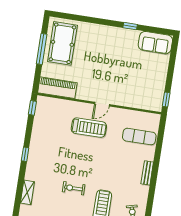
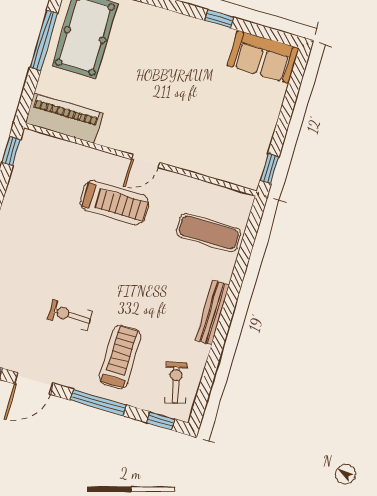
bench: (147, 173) -> (212, 312), width x1.36

